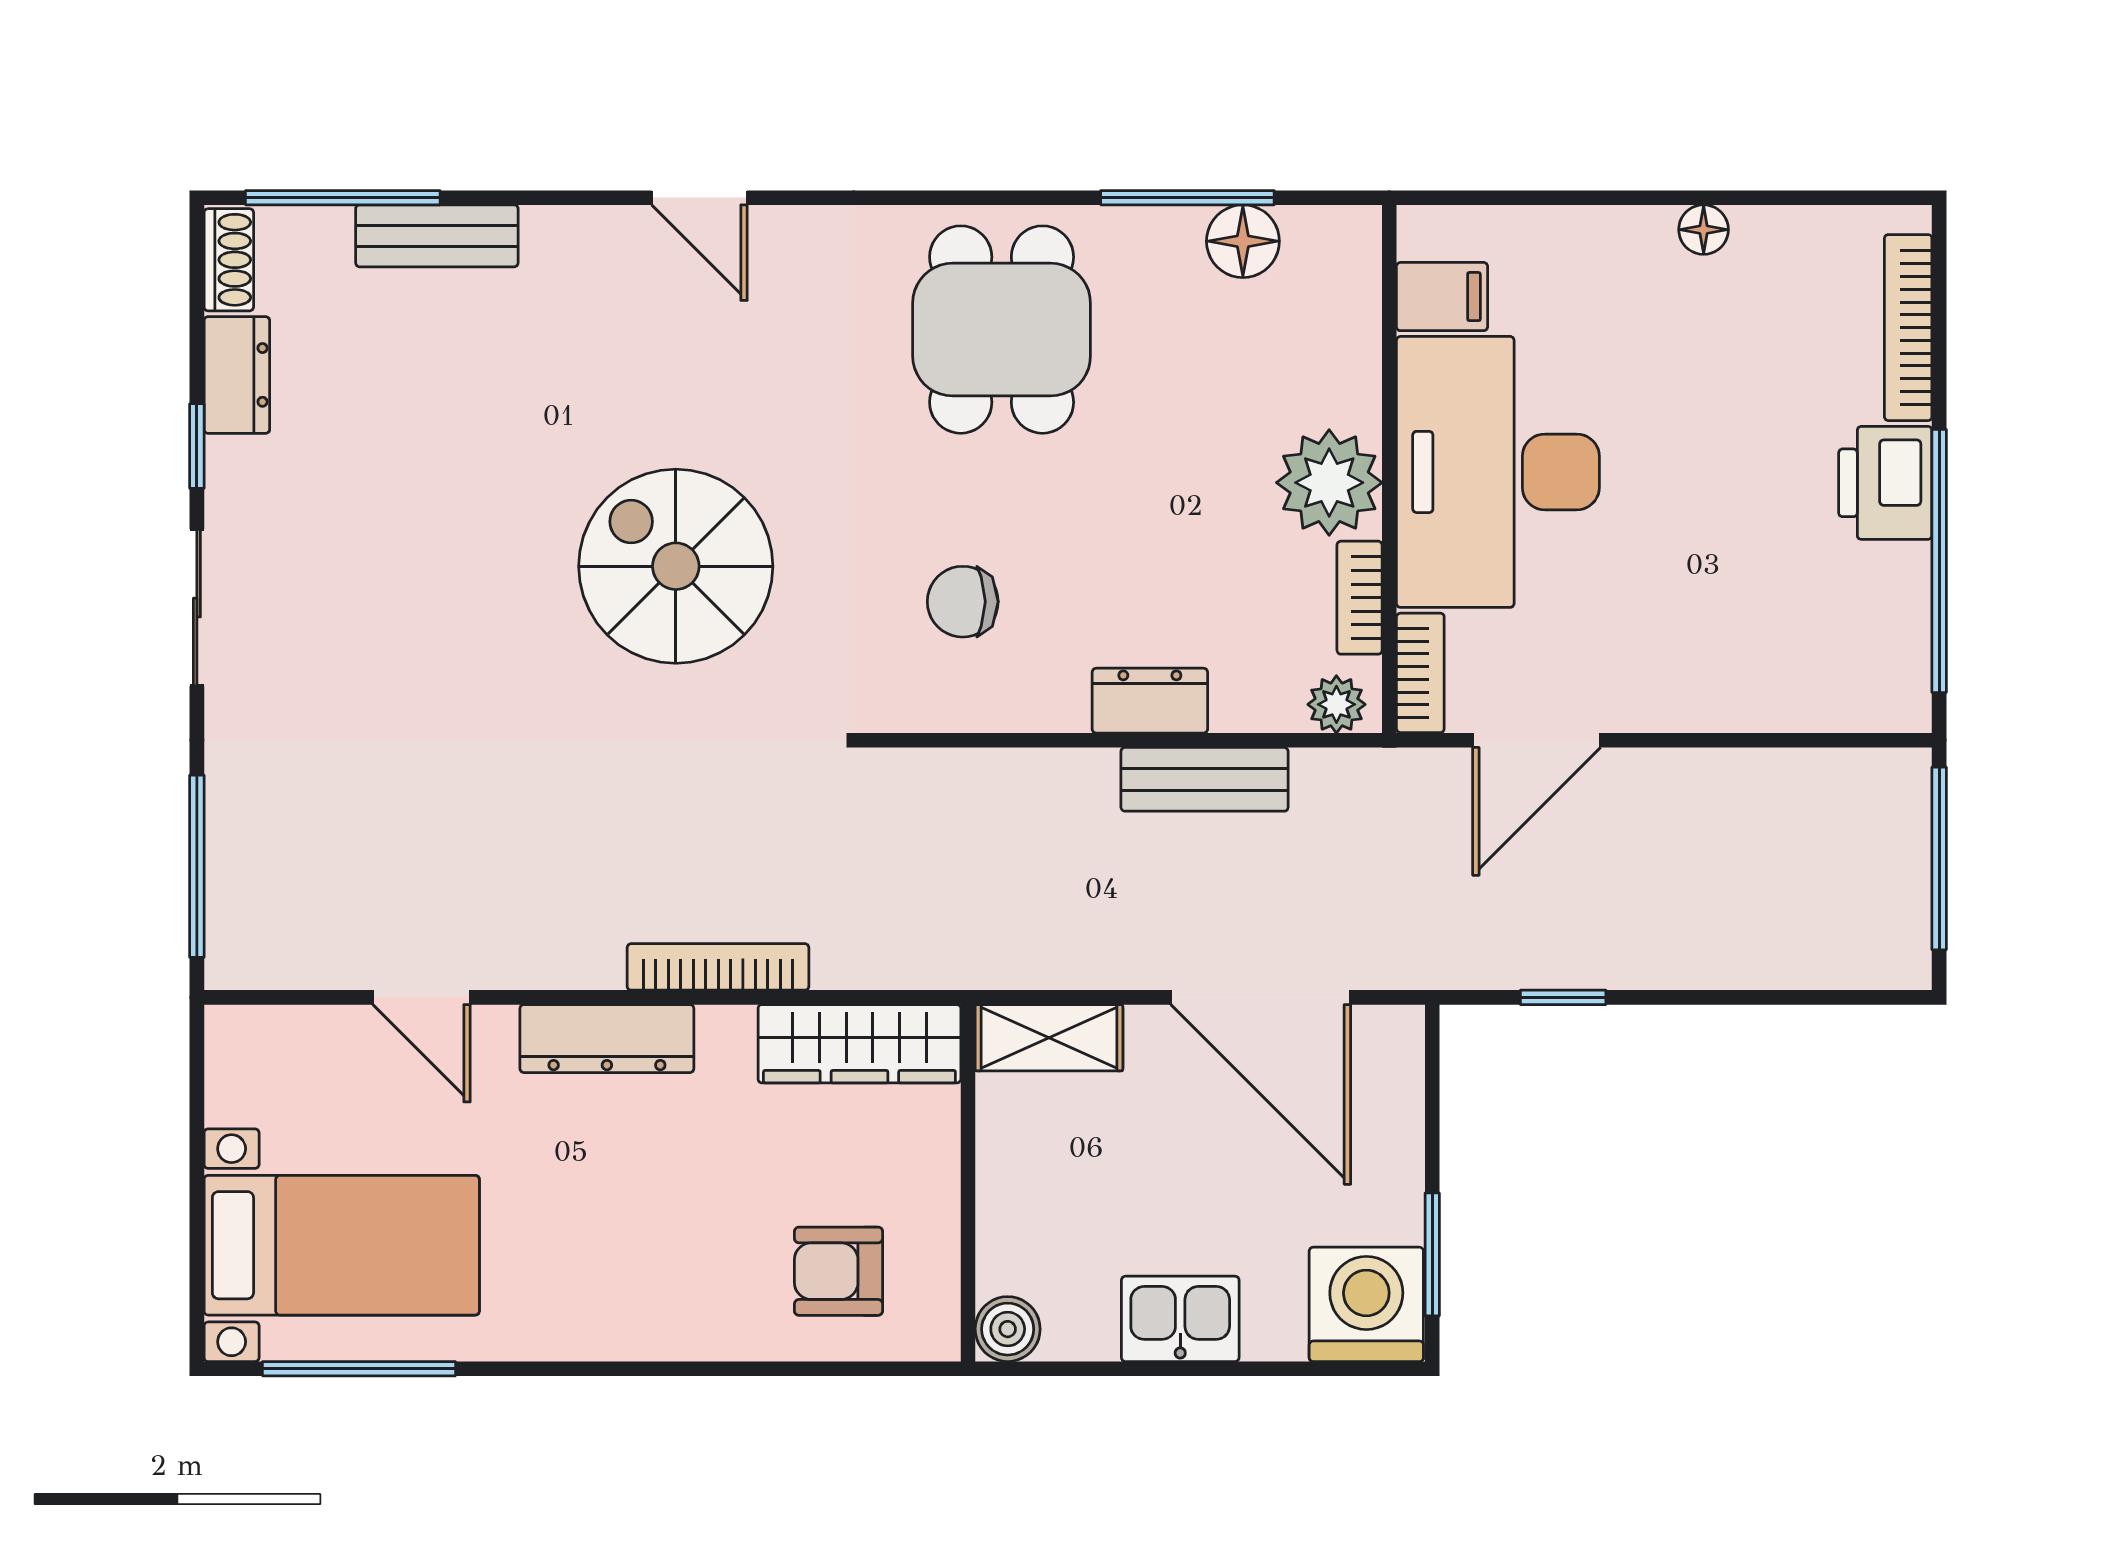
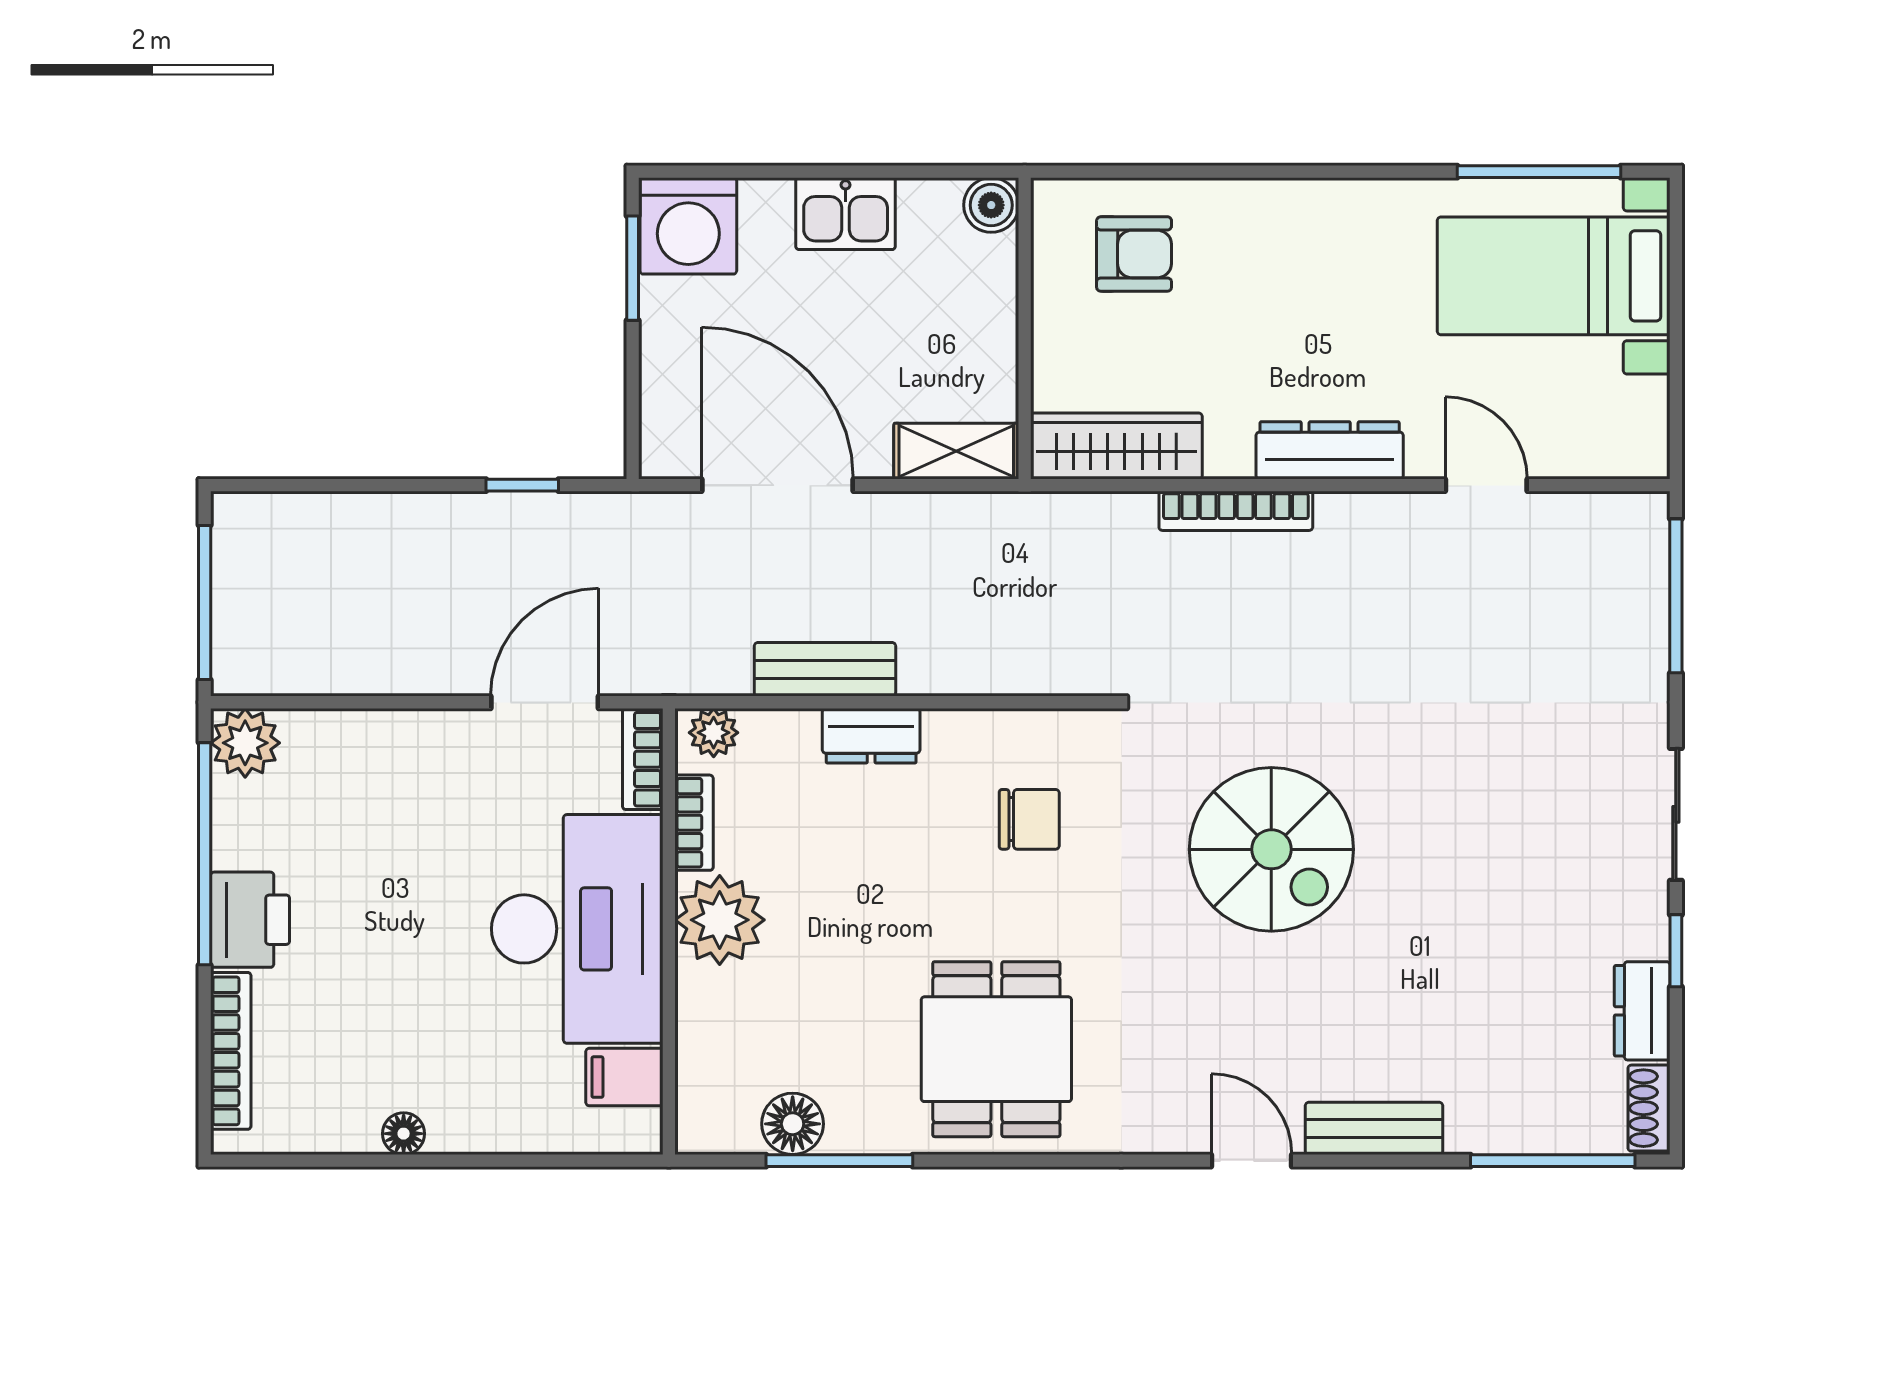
bench: (437, 236) -> (1374, 1128), moved
plant: (1891, 692) -> (245, 743), added

